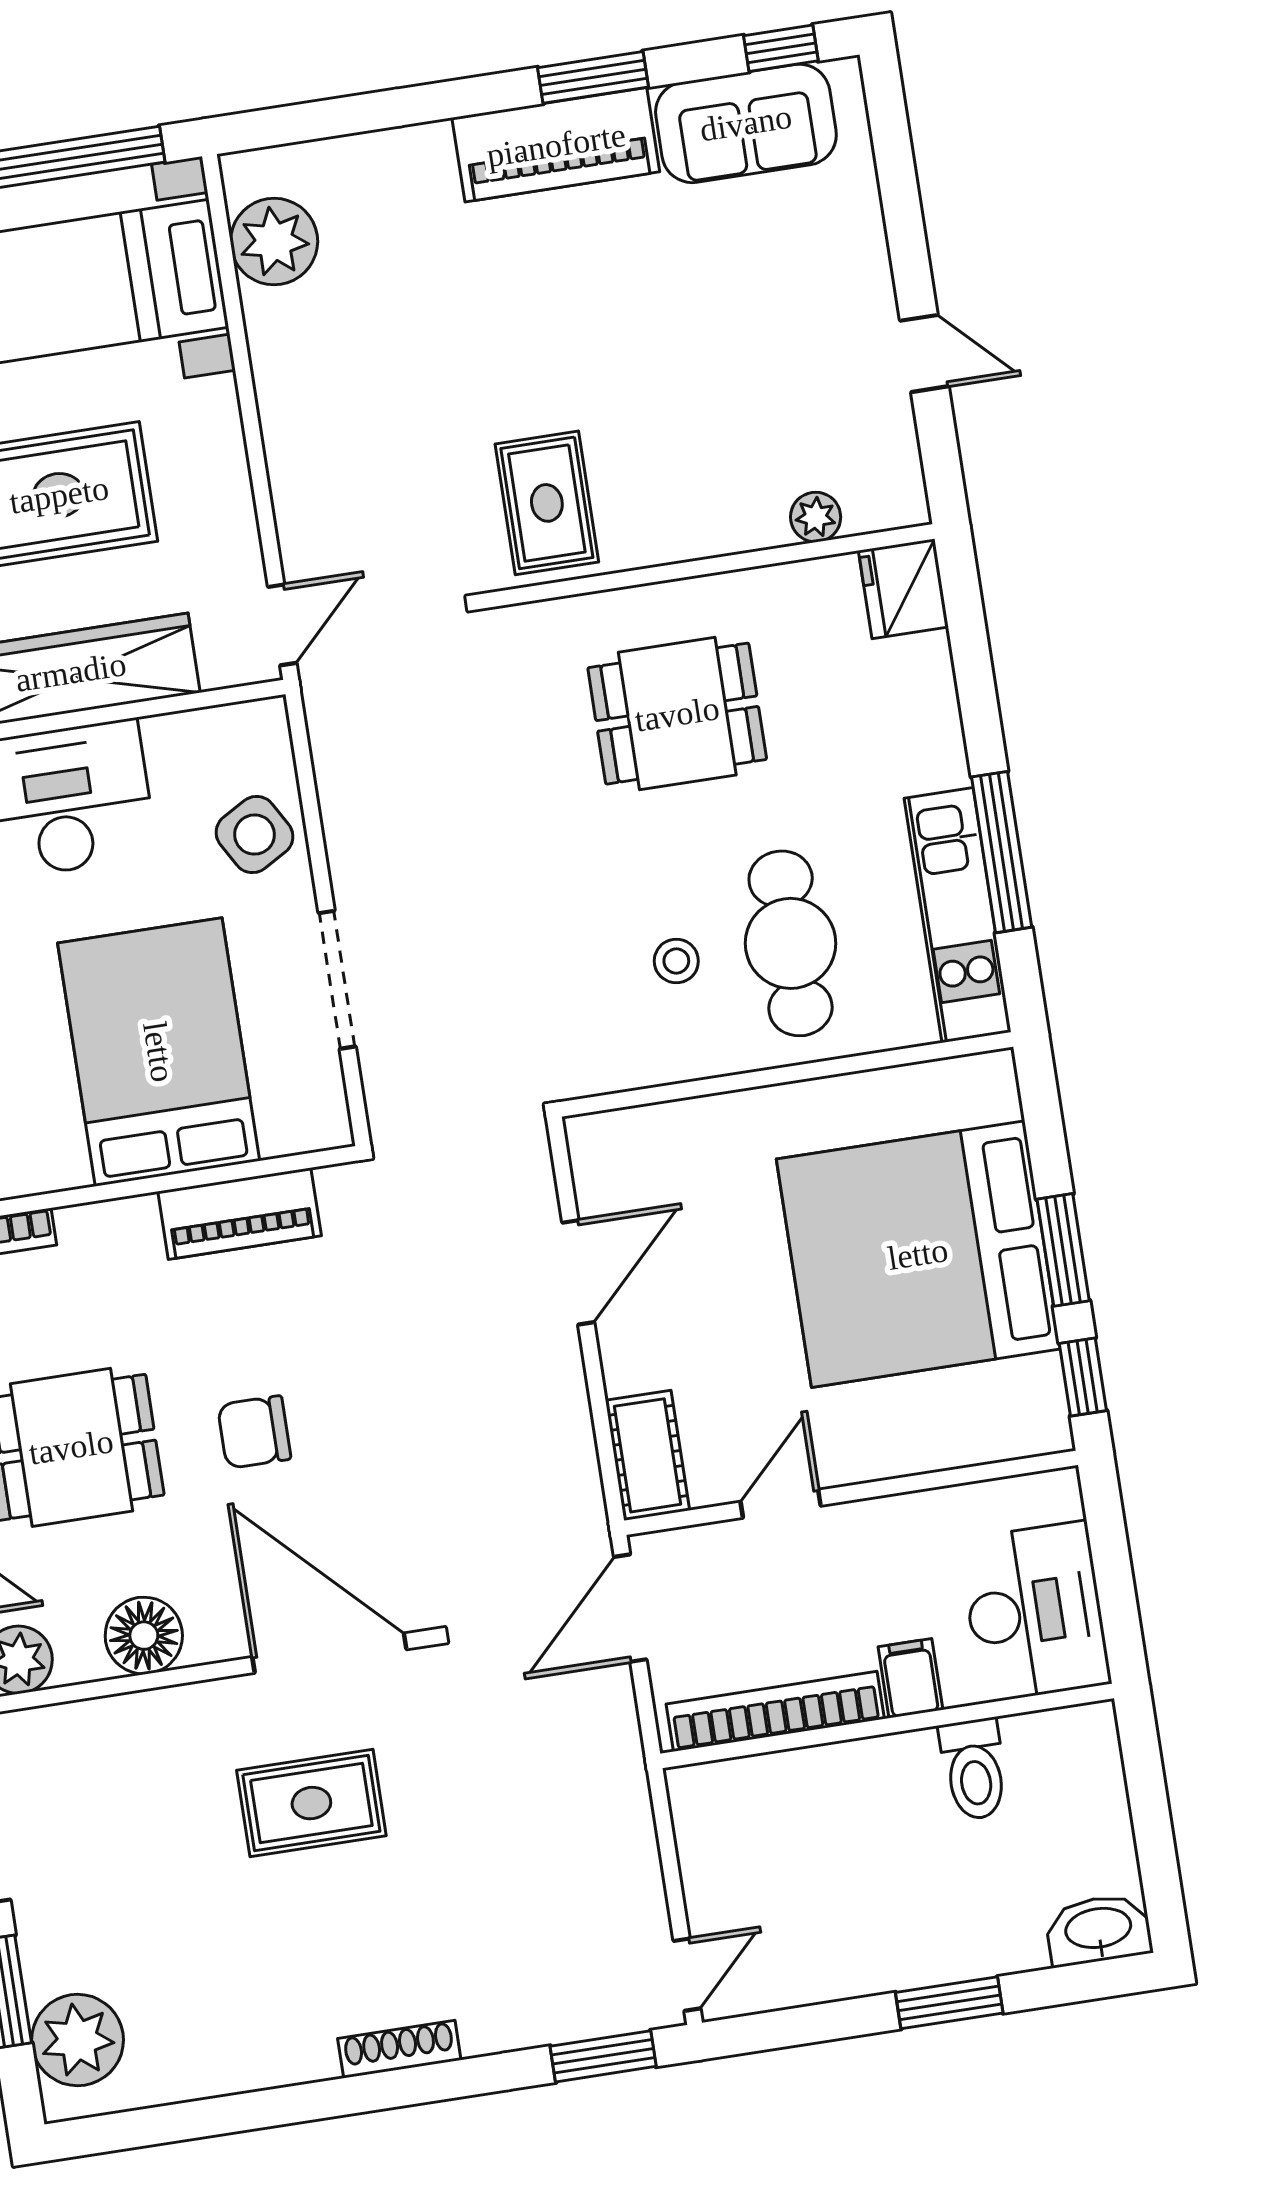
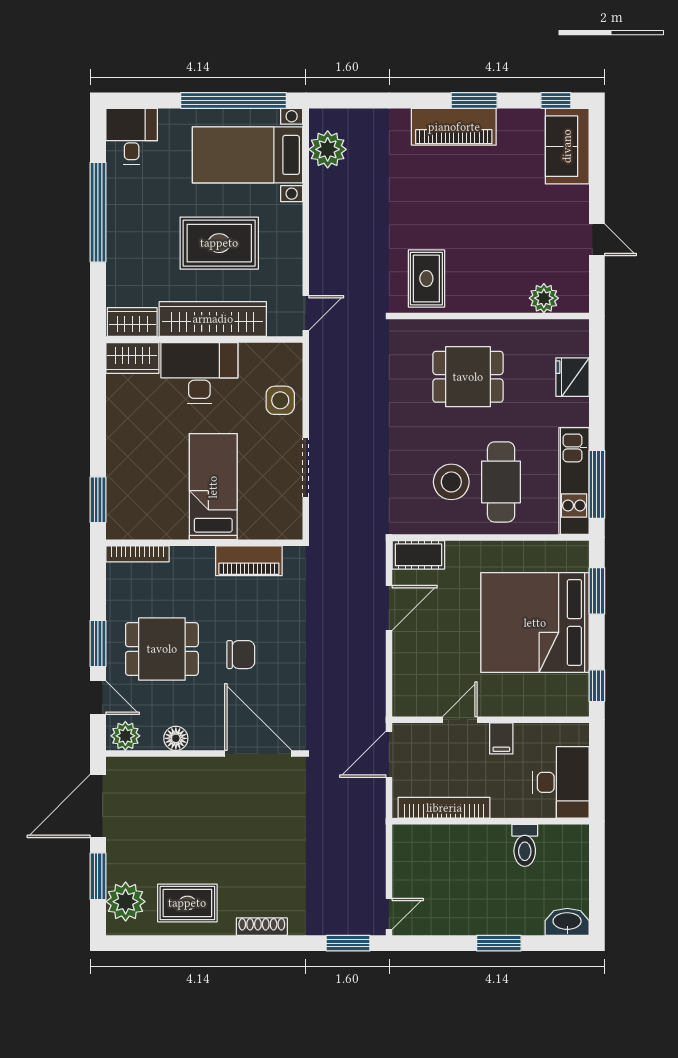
sofa: (746, 123) -> (567, 146), moved, turned 90
plant: (816, 517) -> (544, 298), width x1.38, depth x1.38
fridge: (903, 589) -> (572, 377), moved
side table: (255, 835) -> (280, 400), turned 30
window: (1002, 852) -> (597, 484), moved
stool: (676, 961) -> (451, 482), width x1.89, depth x1.89
bed: (159, 1052) -> (213, 487), width x0.67
window: (1063, 1250) -> (597, 591), moved
chair: (254, 1432) -> (241, 655), turned 180
cot: (647, 1455) -> (418, 555), moved, turned 90
floor lamp: (144, 1636) -> (176, 738), width x0.73, depth x0.73
filing cabinet: (910, 1678) -> (501, 738), moved, turned 180
rug: (311, 1803) -> (187, 903), moved

